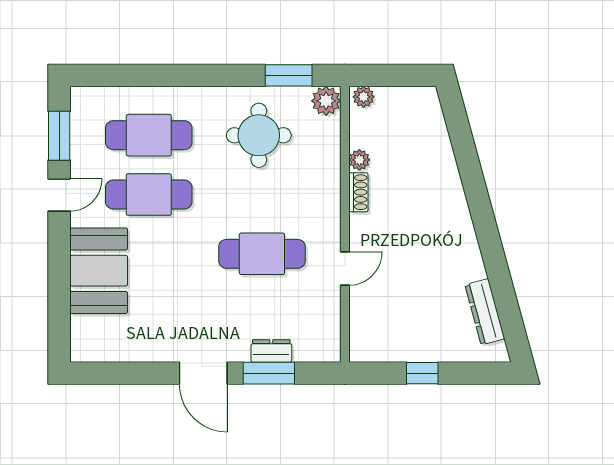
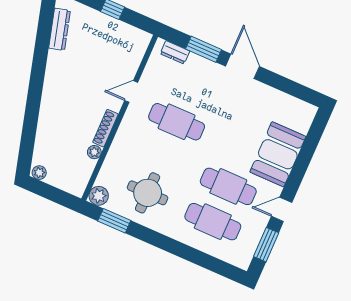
plant: (364, 97) -> (39, 173), moved
shoe rack: (358, 192) -> (105, 128), width x1.43
dresser: (271, 351) -> (175, 52), moved

